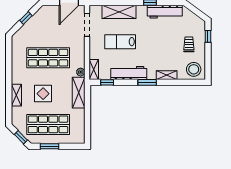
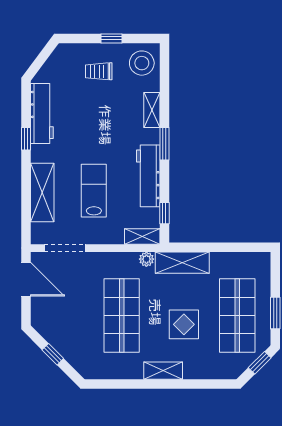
window: (208, 36) -> (111, 38), moved
lab bench: (120, 42) -> (94, 191), turned 180
shelving: (16, 95) -> (163, 371), moved

